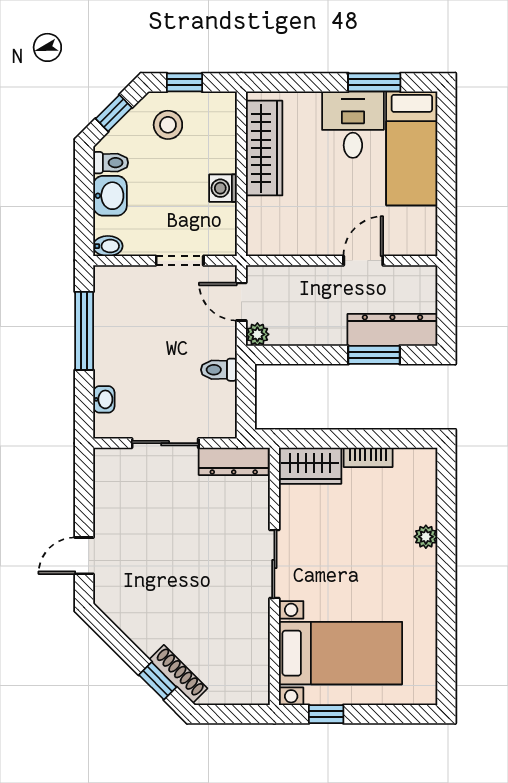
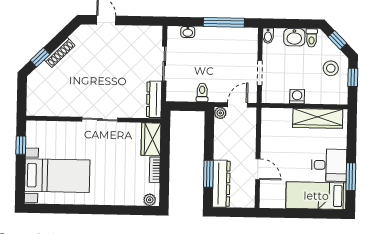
plant: (426, 537) -> (150, 200), moved
bed with nightstands: (340, 653) -> (57, 176), moved, turned -90
shoe rack: (178, 674) -> (60, 53), moved

